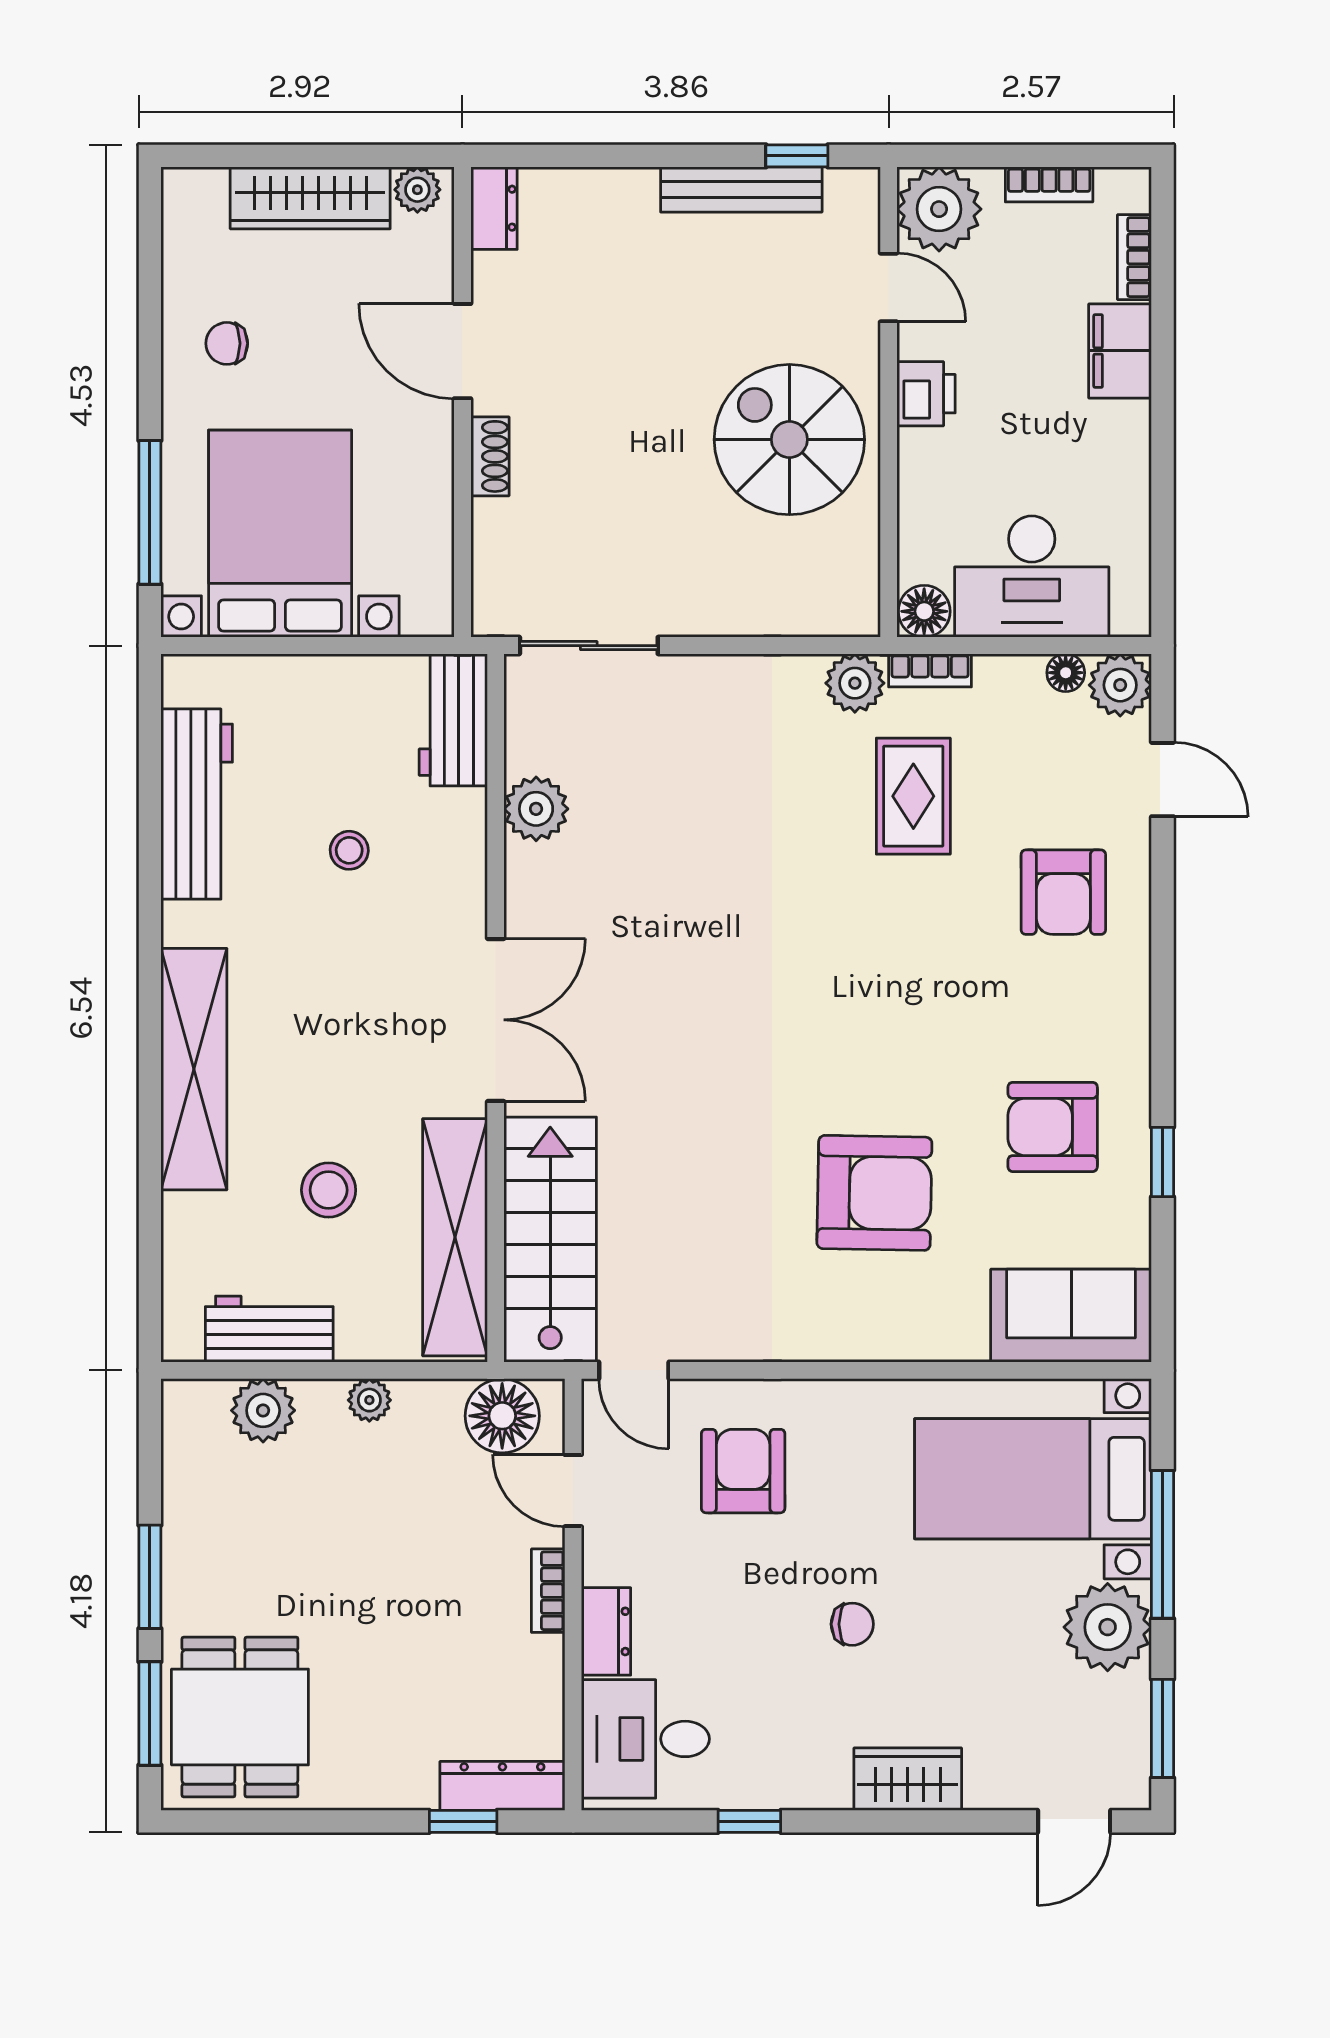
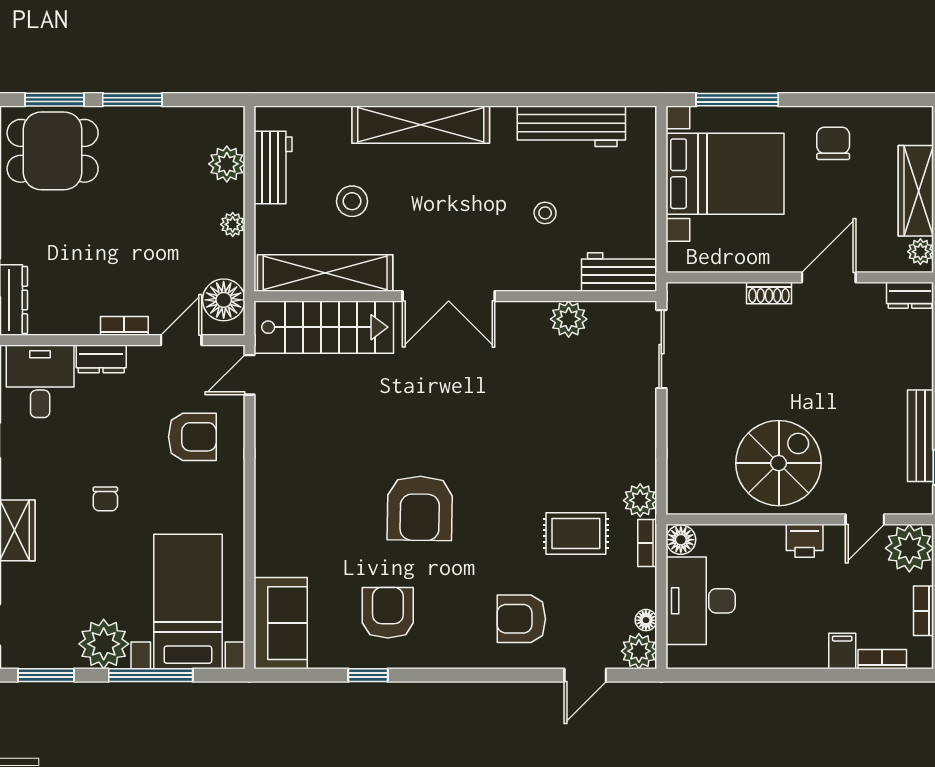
chair: (227, 343) -> (833, 143), width x1.37, depth x1.37
filing cabinet: (1120, 351) -> (842, 651), width x0.50
armchair: (874, 1193) -> (420, 508), moved

